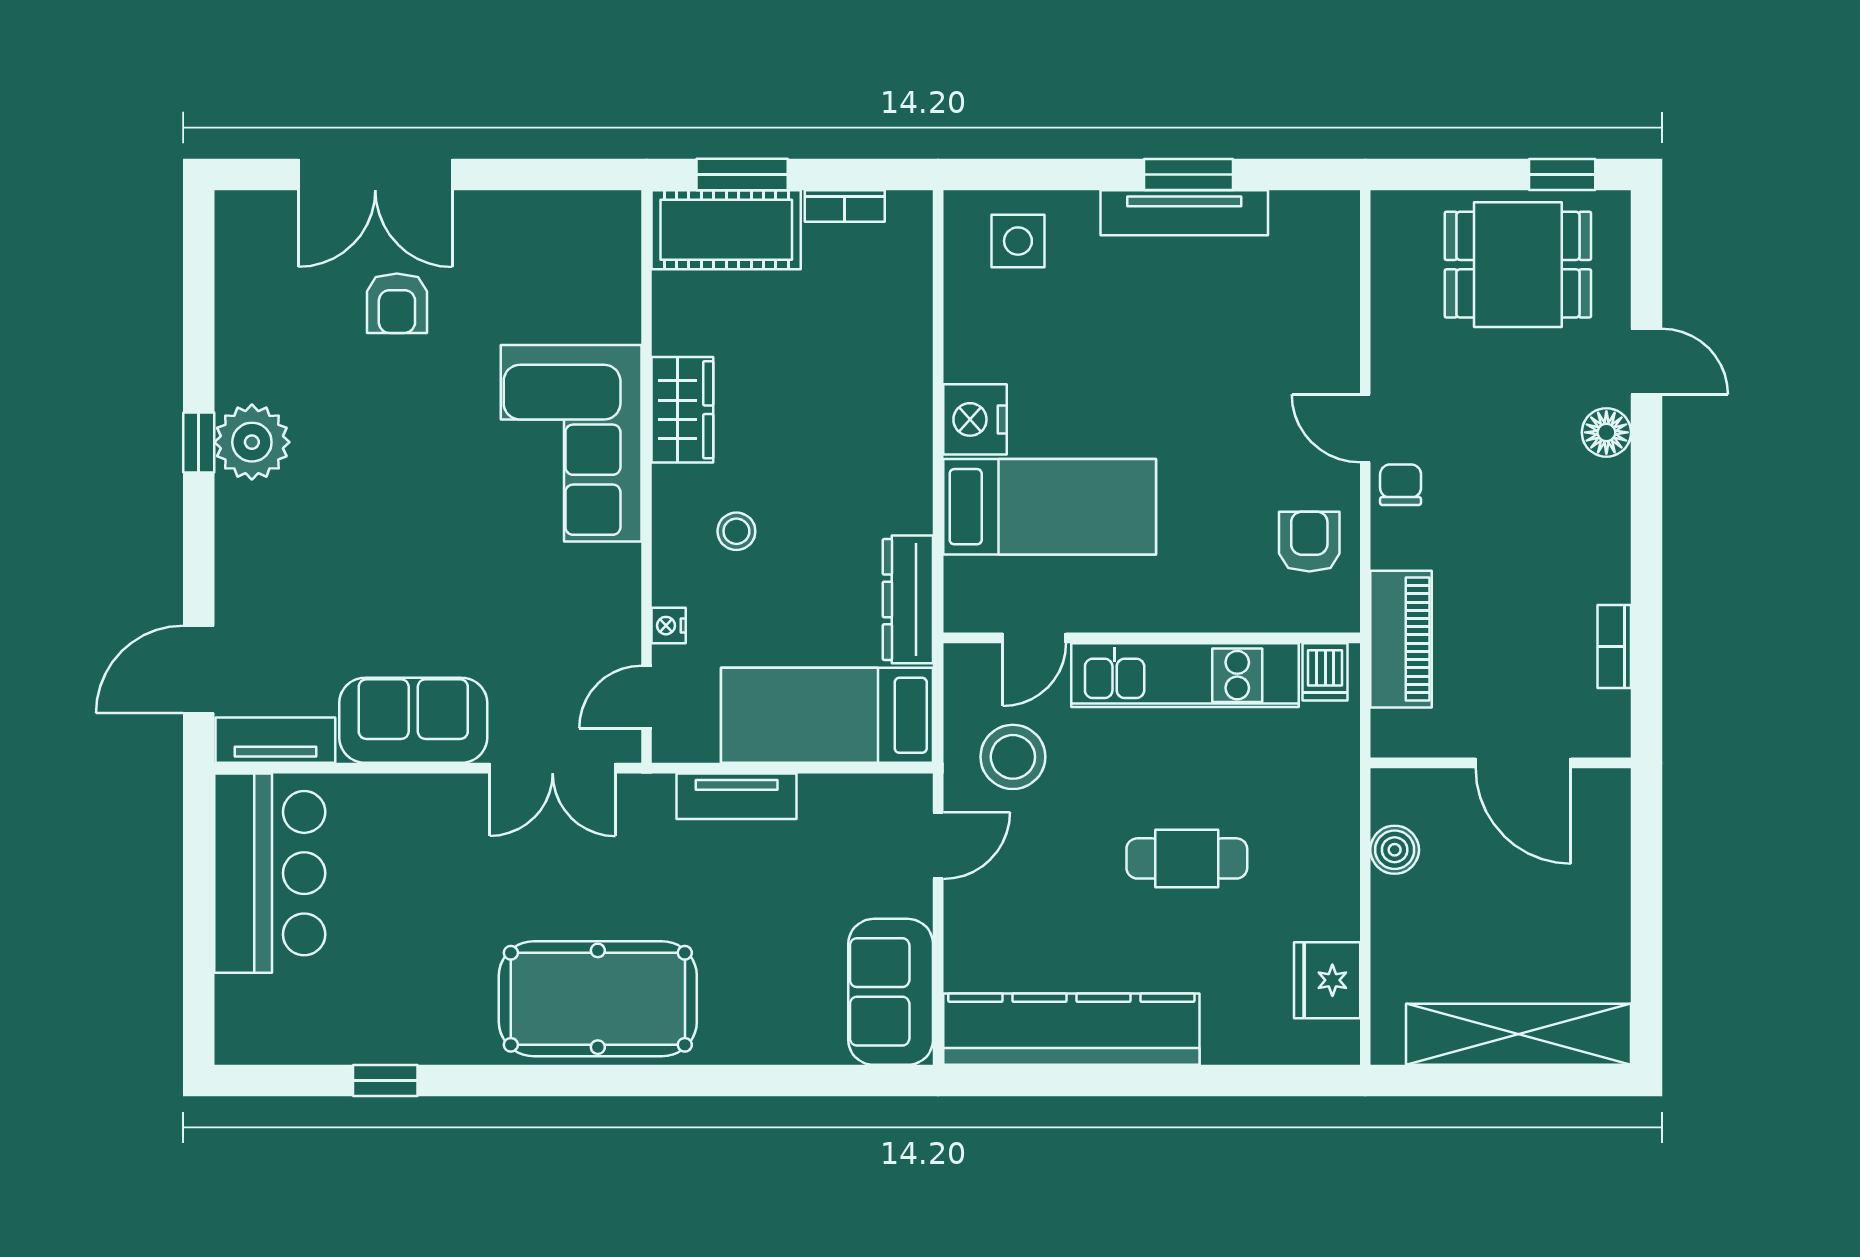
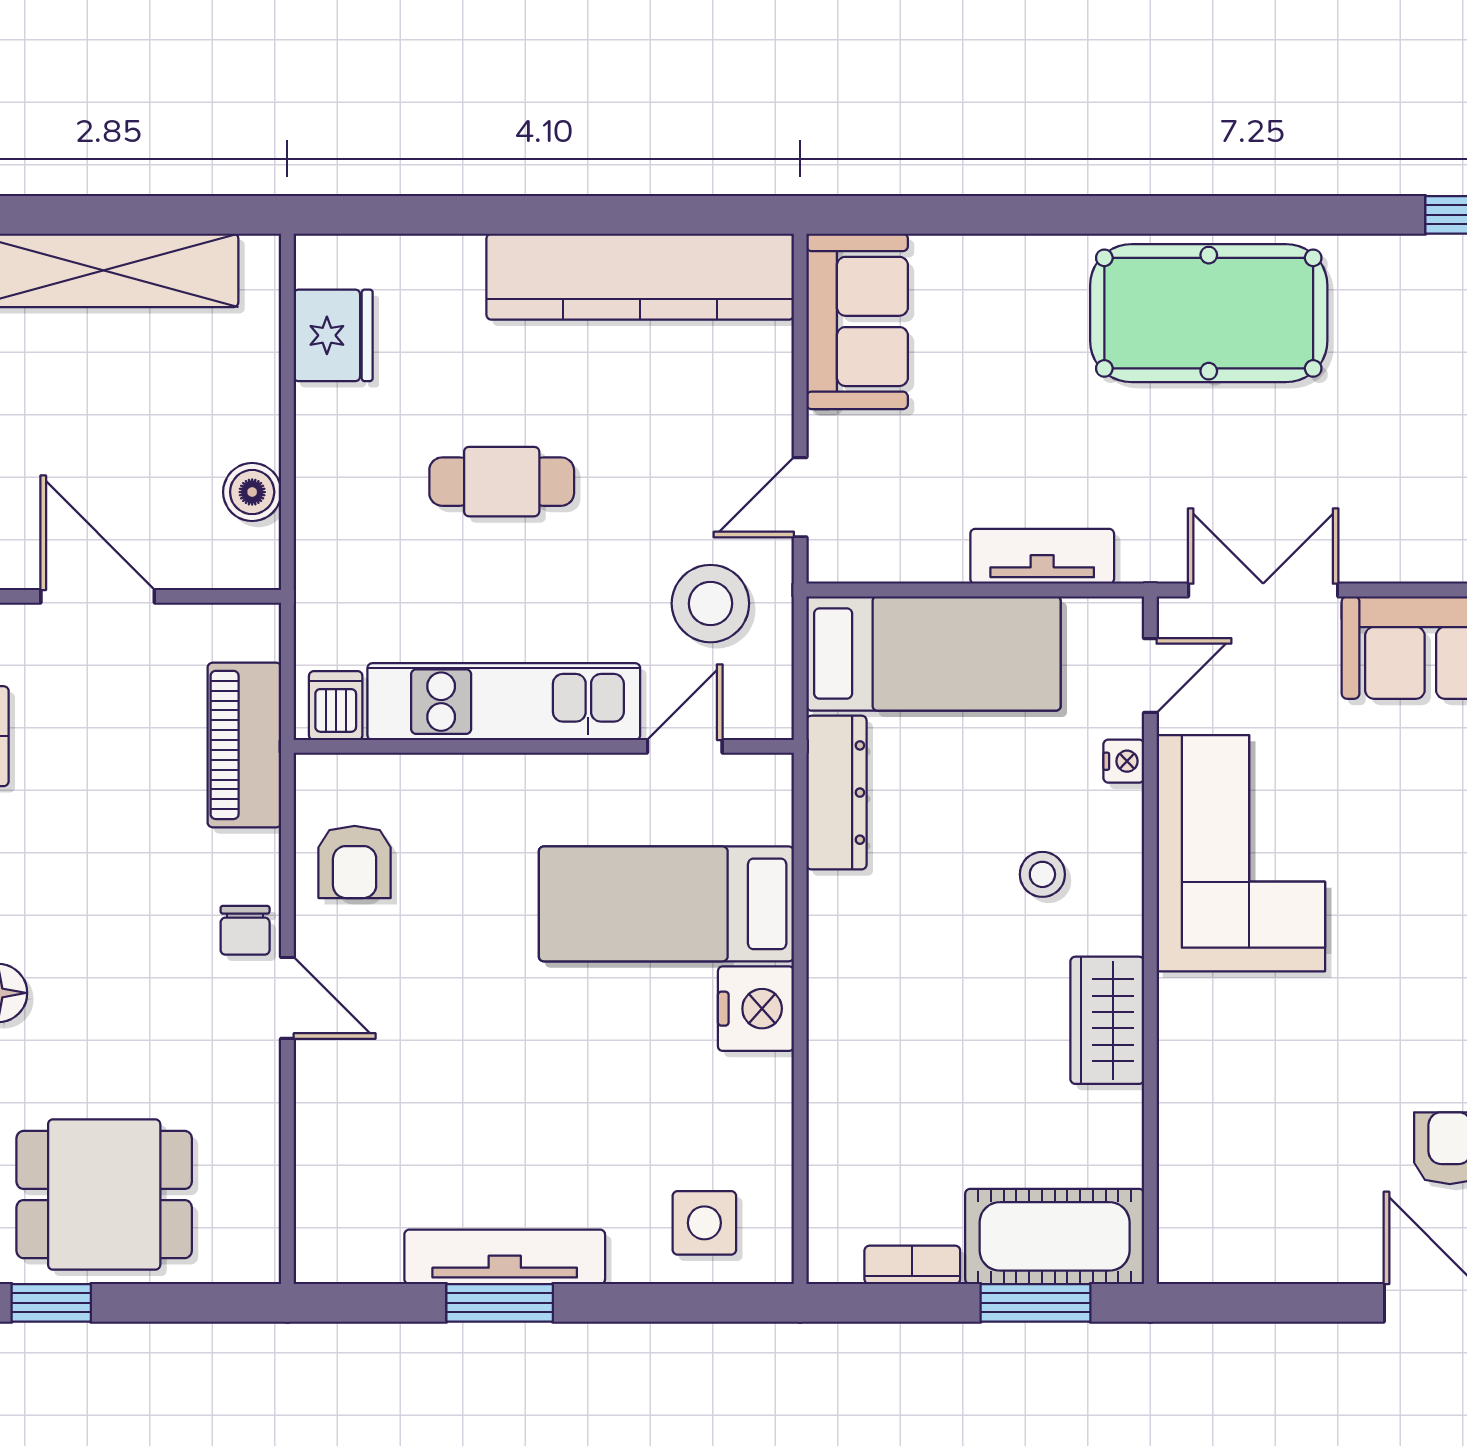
corner sofa: (571, 443) -> (1241, 853), moved

